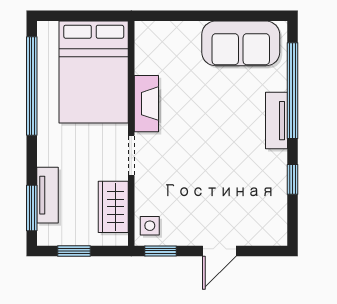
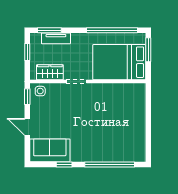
window: (70, 16) -> (148, 50), added
sofa: (241, 43) -> (50, 150), moved, turned 90
fireplace: (146, 104) -> (103, 89), removed
tv unit: (276, 121) -> (94, 156), removed

